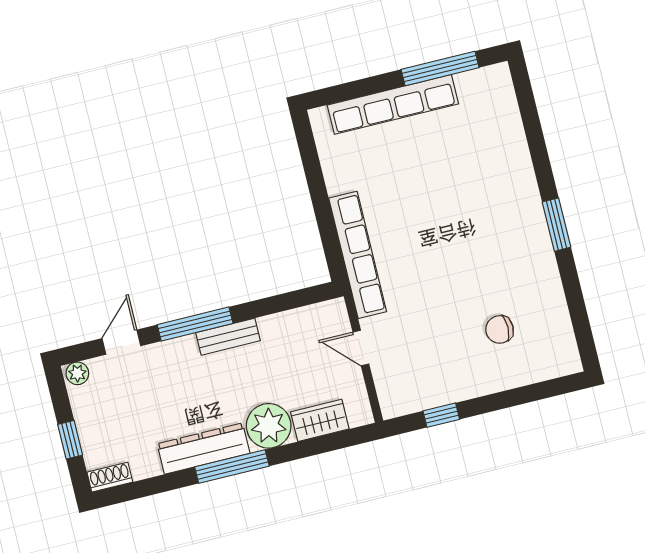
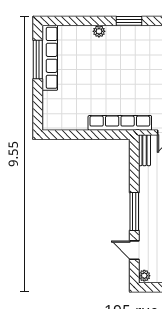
row of seats: (393, 104) -> (50, 58), moved
plant: (523, 172) -> (99, 31), added
bench: (228, 337) -> (144, 150), moved

